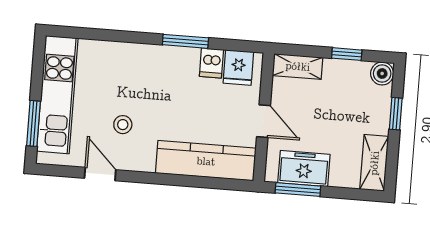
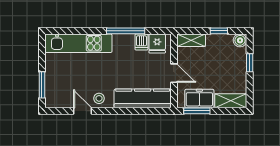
window: (185, 41) -> (126, 31), width x1.44
kitchen unit: (57, 95) -> (78, 43), moved, turned 90
stool: (123, 125) -> (99, 98), moved
shelving: (374, 163) -> (231, 101), moved, turned 90

